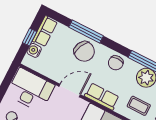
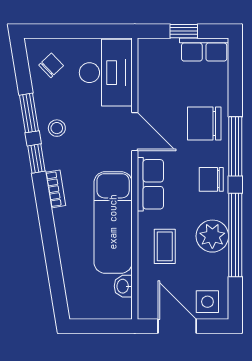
window: (86, 32) -> (235, 146), moved
water cooler: (34, 50) -> (168, 48), removed
chair: (84, 51) -> (204, 124), turned 65

